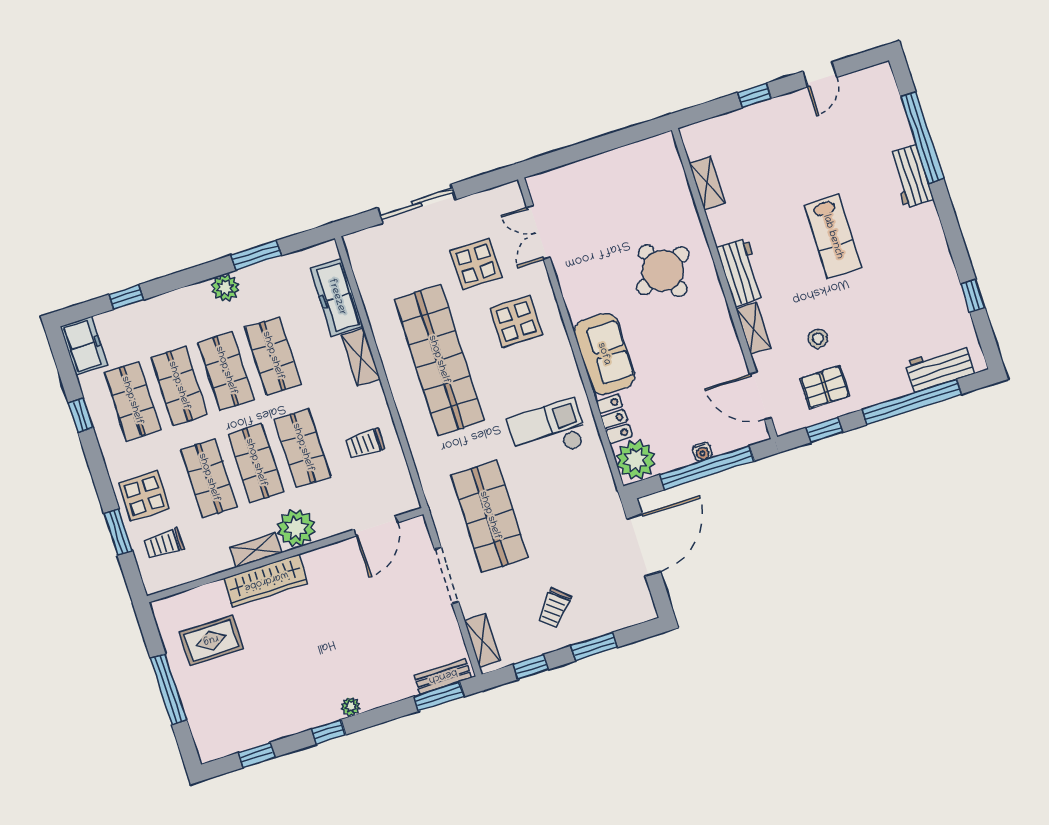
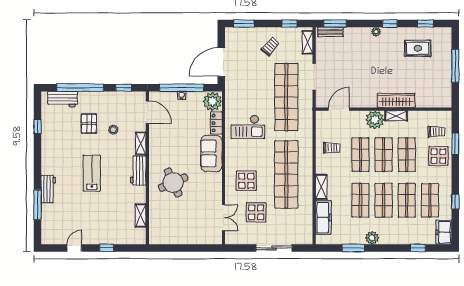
window: (922, 138) -> (38, 205), width x0.68
pallet: (825, 387) -> (89, 124), moved, turned 90
shop shelf: (490, 516) -> (286, 97), width x1.40
rug: (211, 640) -> (418, 48), moved
window: (594, 647) -> (244, 24), moved

